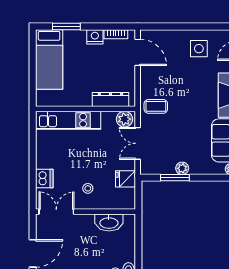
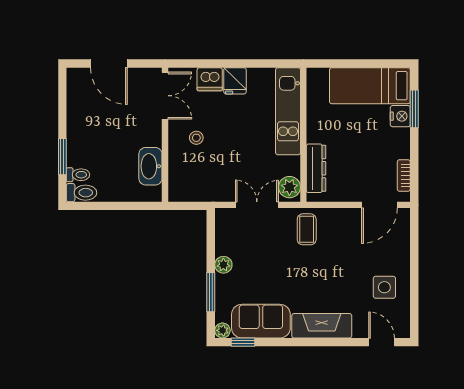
nightstand: (95, 37) -> (400, 116), moved
window: (175, 178) -> (211, 292), moved
fridge: (126, 179) -> (235, 81), moved, turned 180

